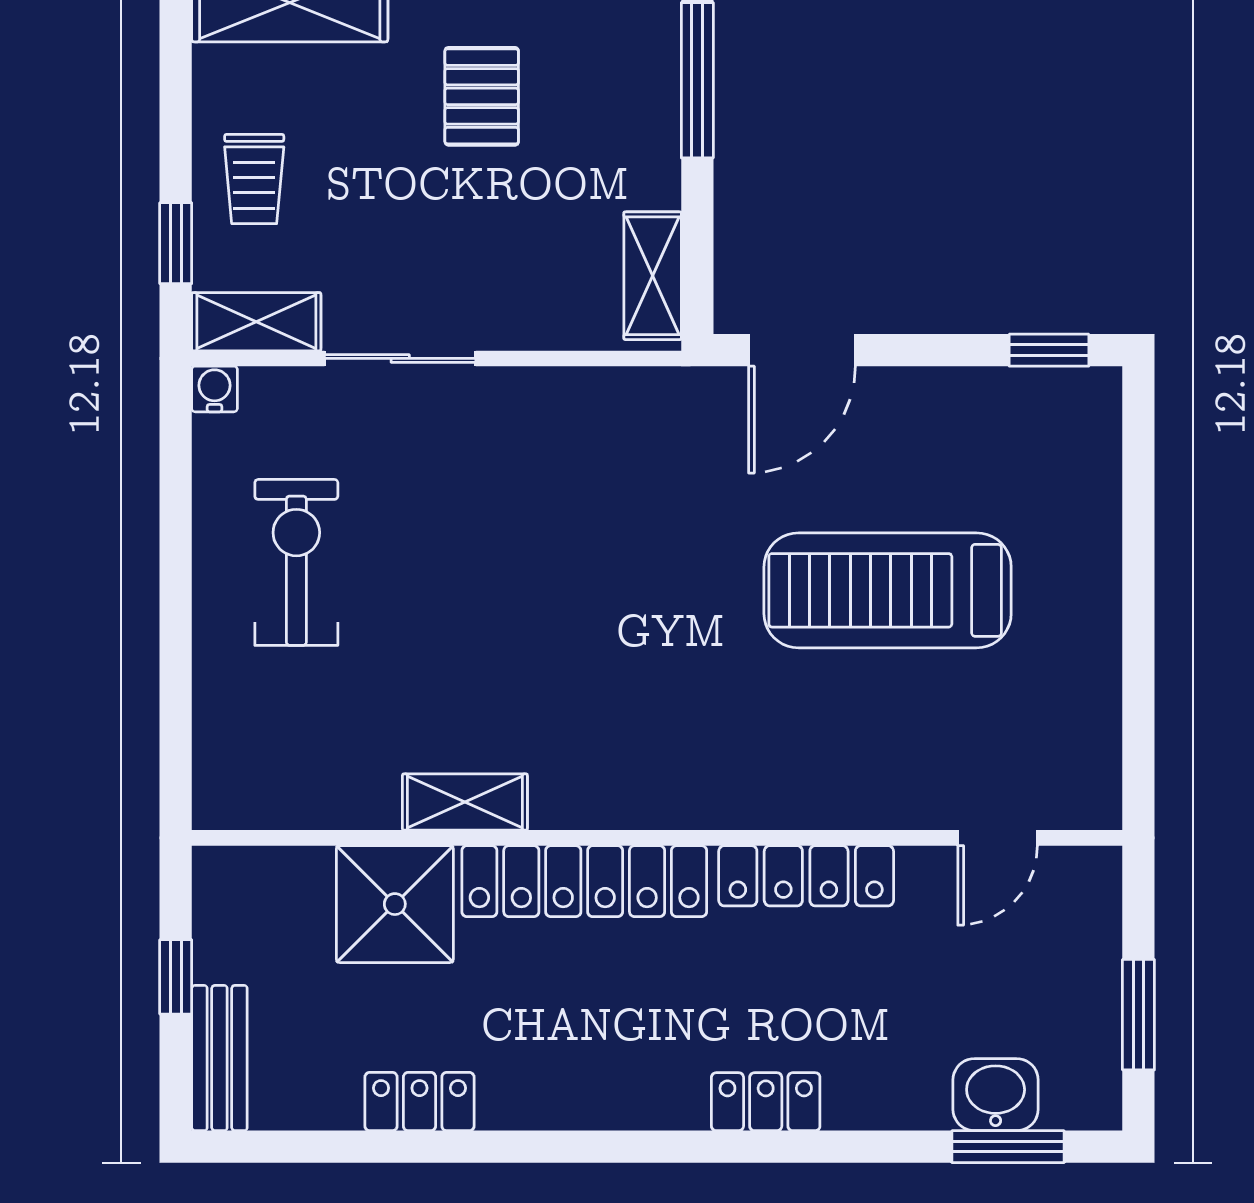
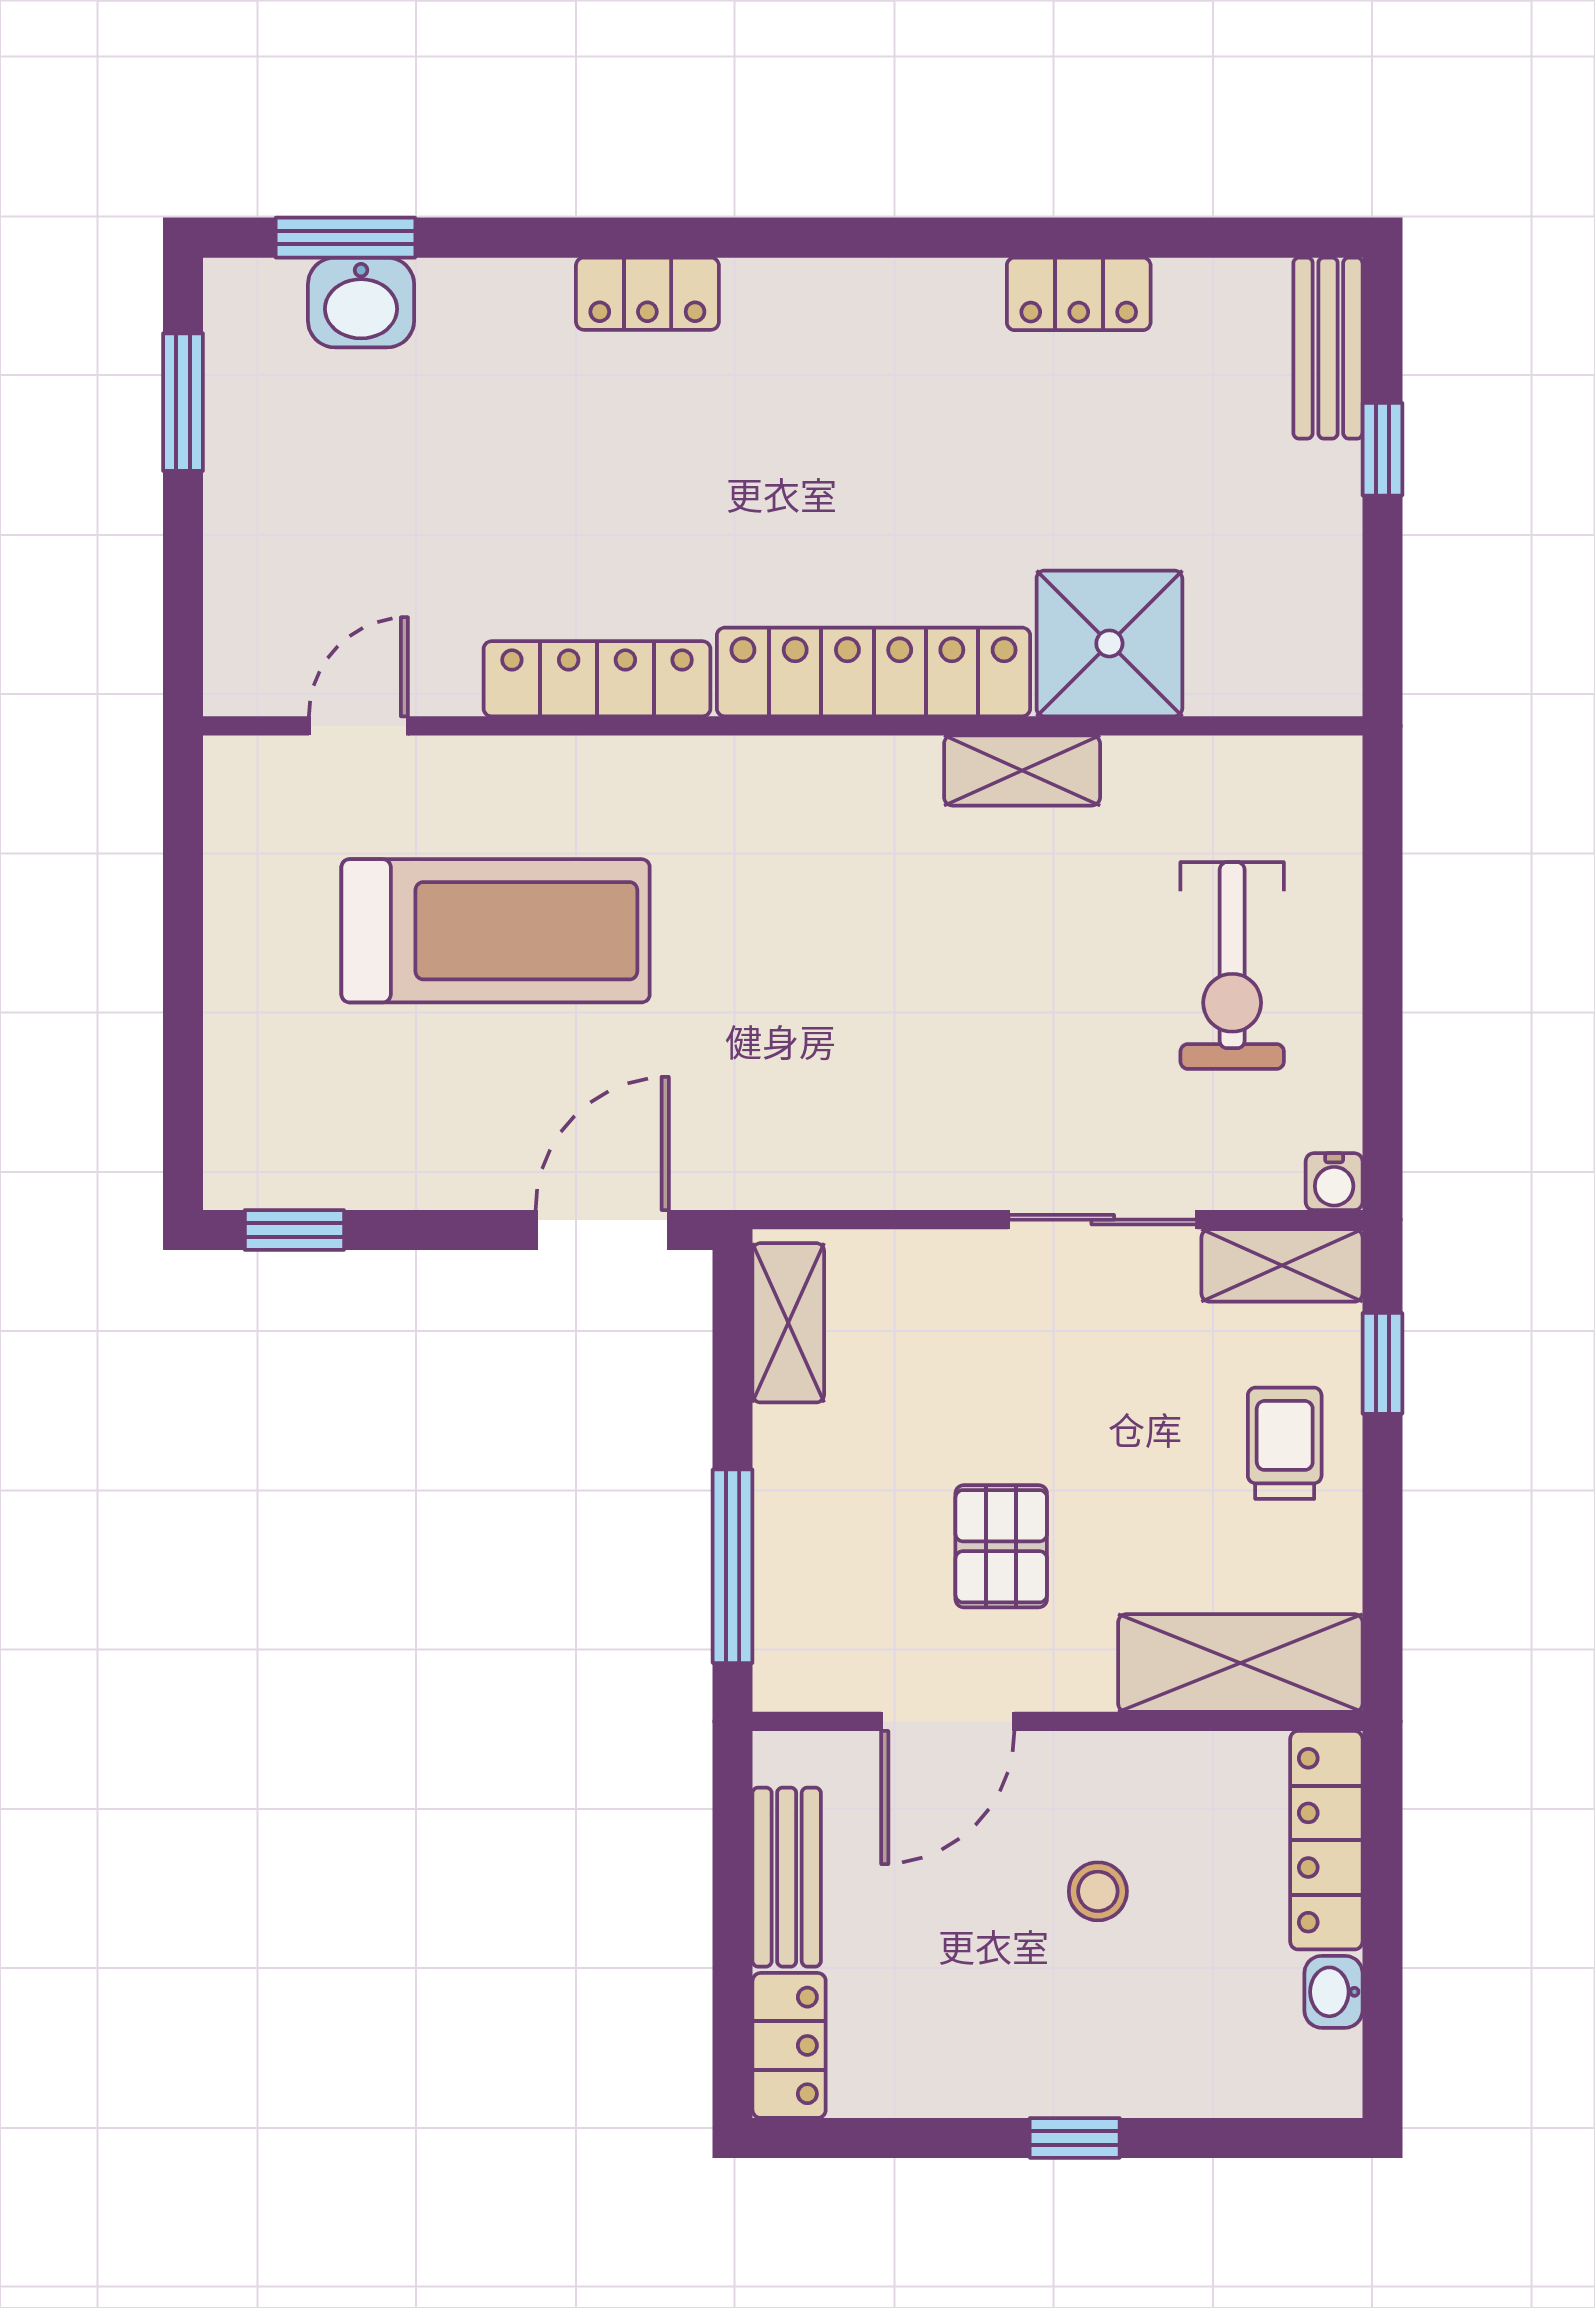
shelving: (465, 802) -> (1022, 770), moved
wall: (657, 838) -> (783, 726), moved
door: (998, 838) -> (358, 726), moved
locker: (806, 876) -> (597, 679), moved
locker: (584, 881) -> (874, 672), moved
shower: (395, 904) -> (1109, 643), moved

